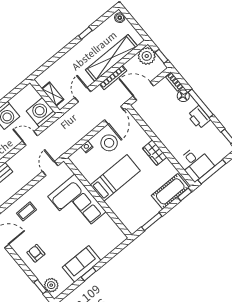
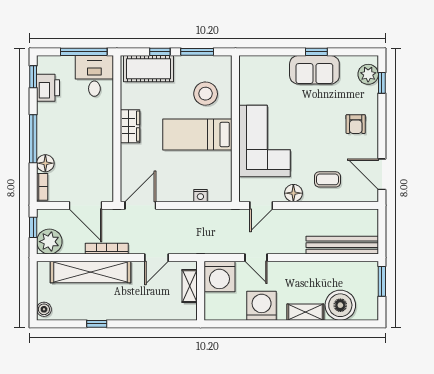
printer: (199, 117) -> (48, 88), moved
stool: (109, 143) -> (206, 94), moved
floor lamp: (39, 189) -> (293, 193), added
window: (185, 194) -> (160, 52), moved

